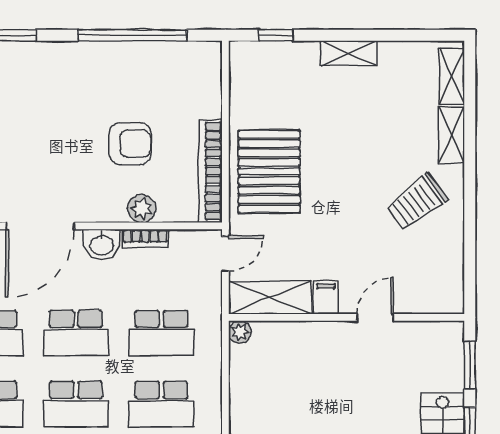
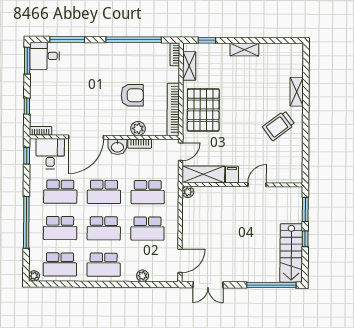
bookcase: (213, 63) -> (175, 54), added
shelving: (452, 76) -> (189, 66), moved

